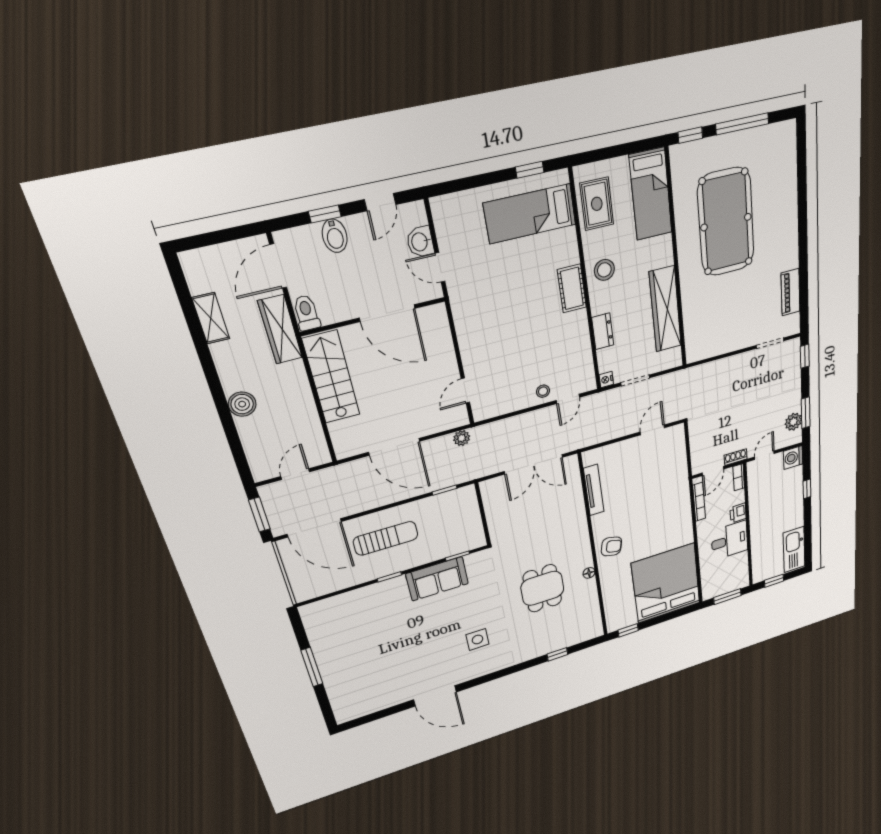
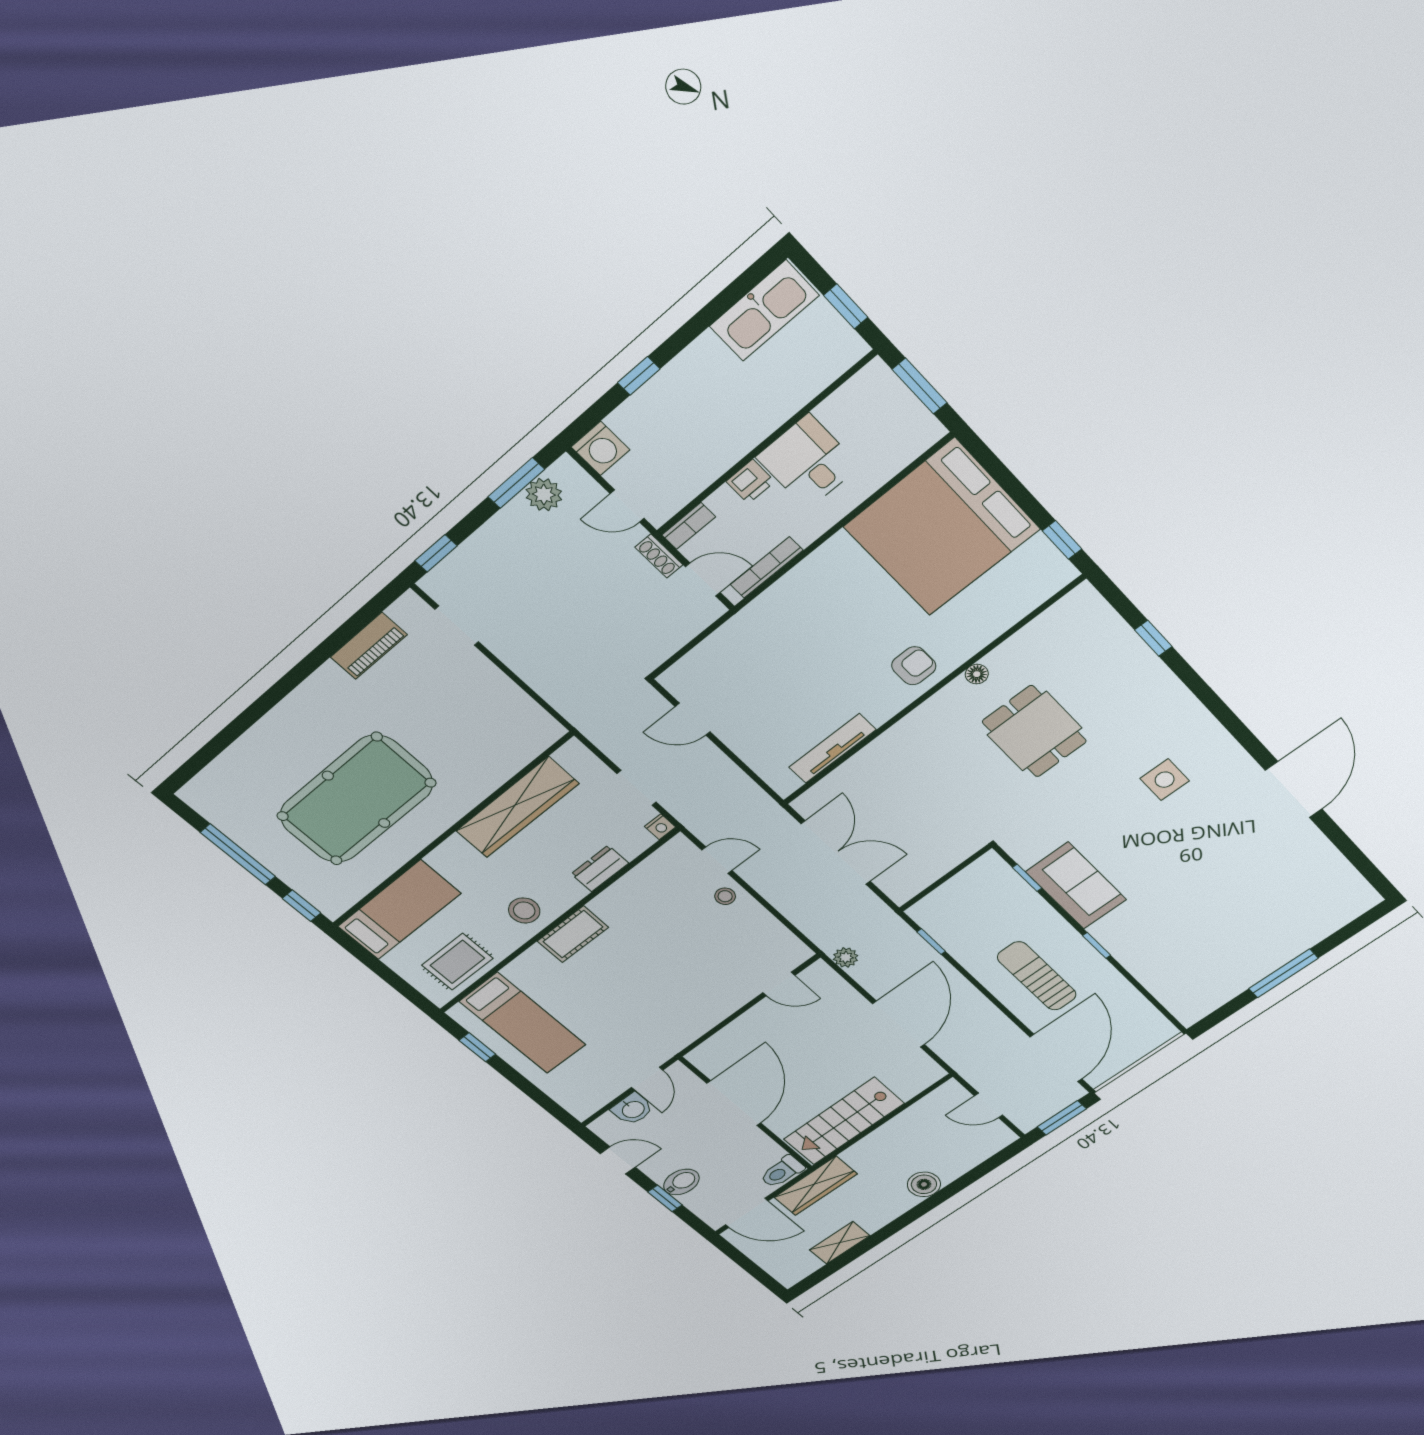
armchair: (611, 546) -> (914, 666), turned 77
dining table: (542, 588) -> (1034, 731), turned 90

